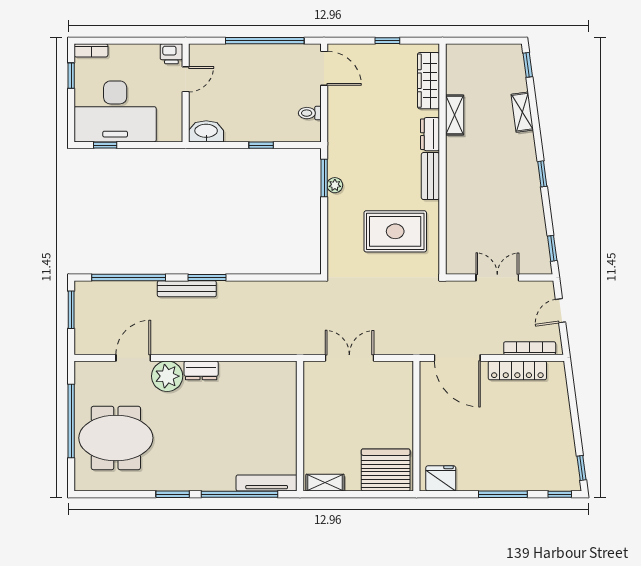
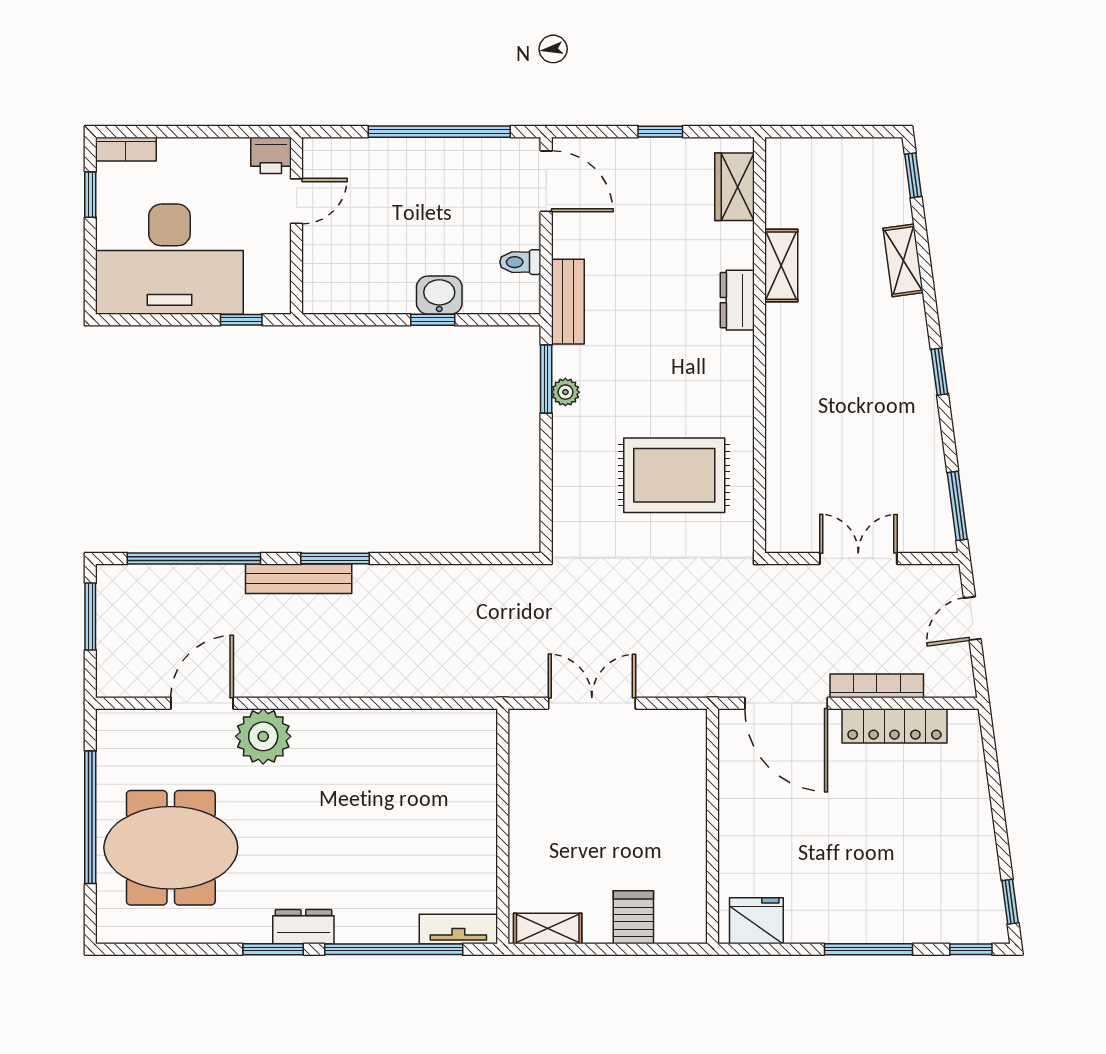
wardrobe: (429, 81) -> (734, 187), width x0.67
washbasin: (206, 131) -> (439, 295), moved, width x0.72
window: (105, 145) -> (241, 320), moved
bench: (430, 176) -> (568, 302), moved
window: (552, 248) -> (957, 506), width x1.50
bookcase: (530, 348) -> (877, 686), moved
dresser: (201, 370) -> (303, 927), moved, turned 180
server rack: (386, 470) -> (633, 917), width x0.46, depth x0.70
tv unit: (267, 483) -> (458, 929), width x0.71

